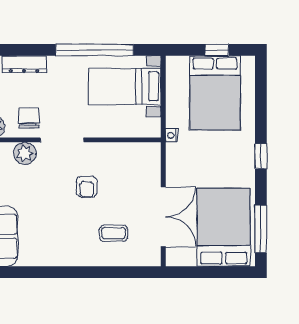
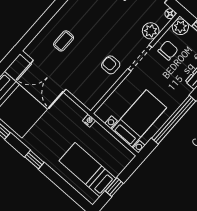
bed: (215, 93) -> (87, 170), width x0.67
chair: (29, 118) -> (168, 50), turned -90
armchair: (87, 187) -> (111, 65), moved

